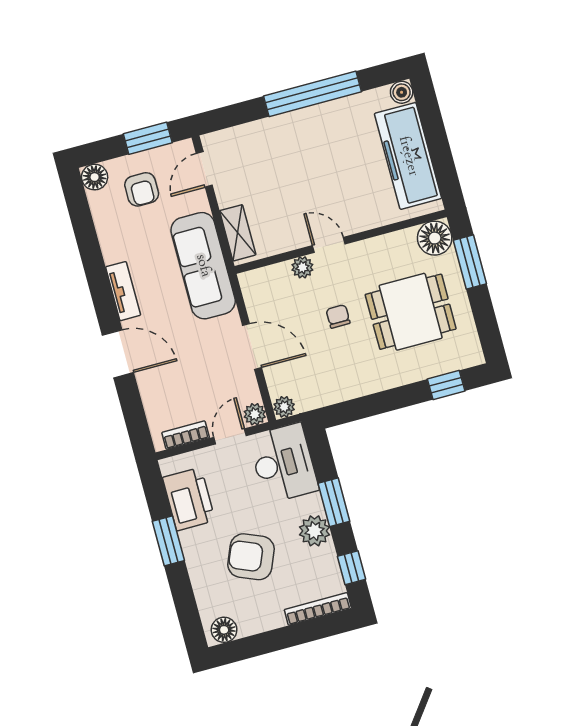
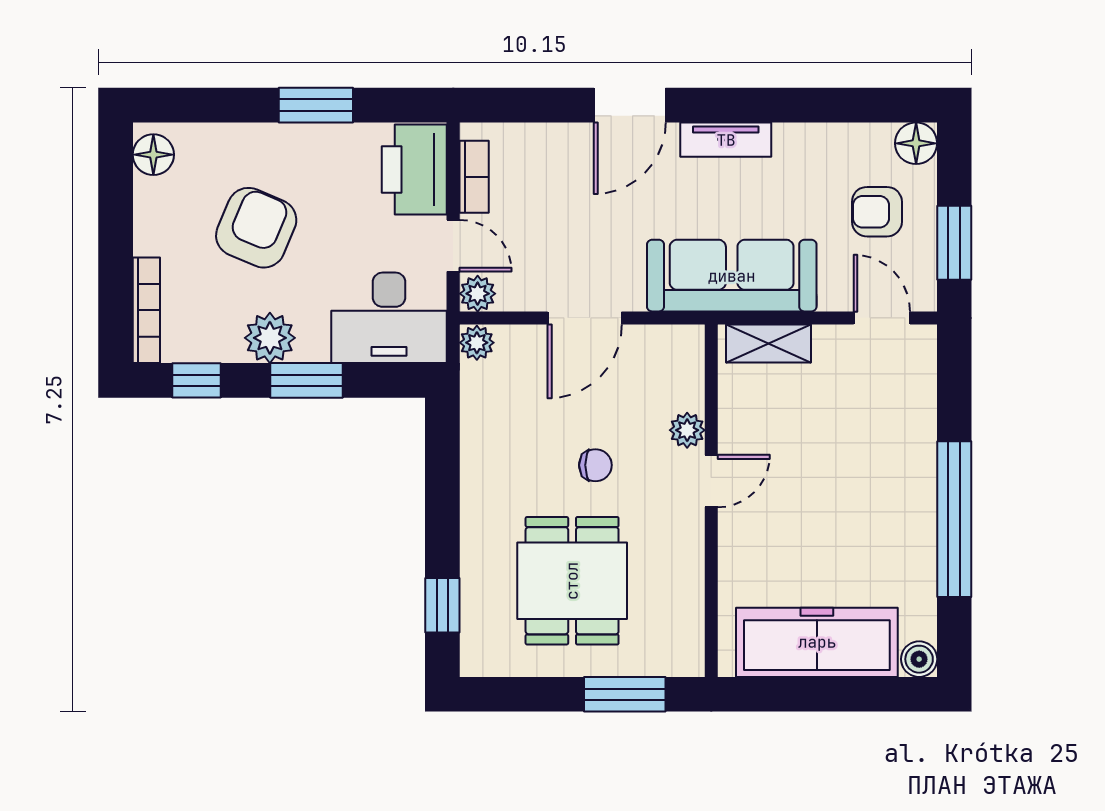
floor lamp: (435, 238) -> (677, 649), removed
printer: (189, 499) -> (414, 170), moved, turned 90

